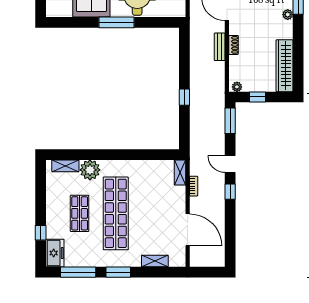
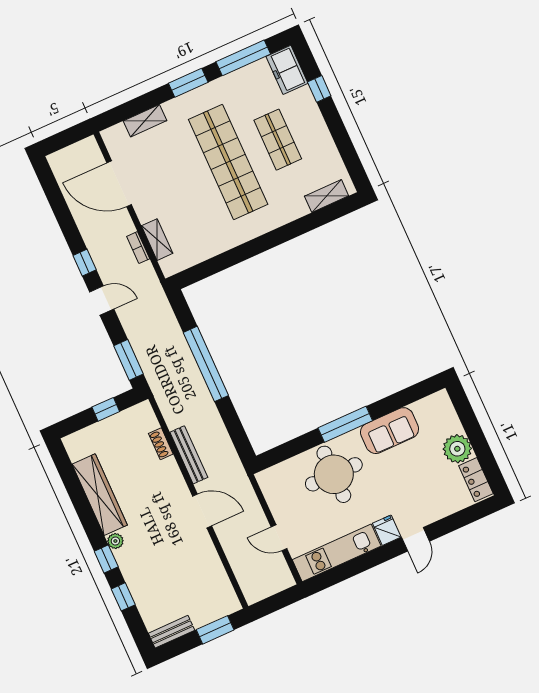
shoe rack: (234, 45) -> (161, 444), moved
bench: (220, 47) -> (189, 455), width x1.36
wardrobe: (285, 66) -> (100, 495), moved
plant: (237, 87) -> (140, 411), removed
window: (184, 97) -> (206, 364), width x3.17
plant: (90, 170) -> (290, 206), removed
shelving: (180, 172) -> (157, 240), moved

